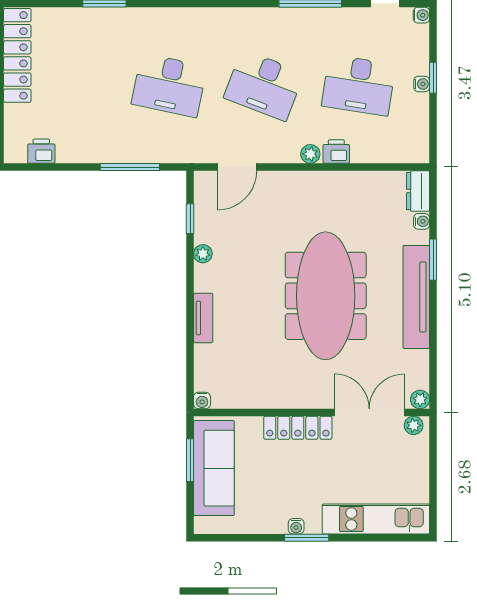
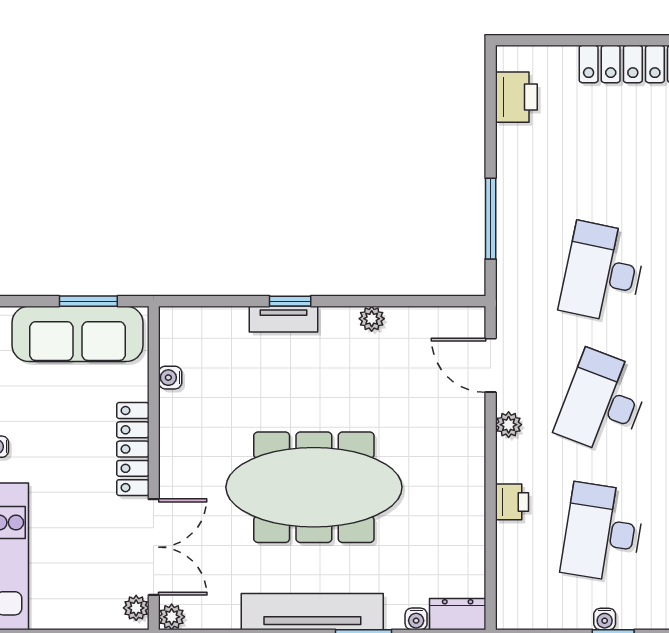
printer: (41, 151) -> (516, 97), width x1.36, depth x1.24
plant: (310, 154) -> (509, 425), moved
window: (190, 219) -> (290, 301), moved
water cooler: (202, 401) -> (170, 378), moved

